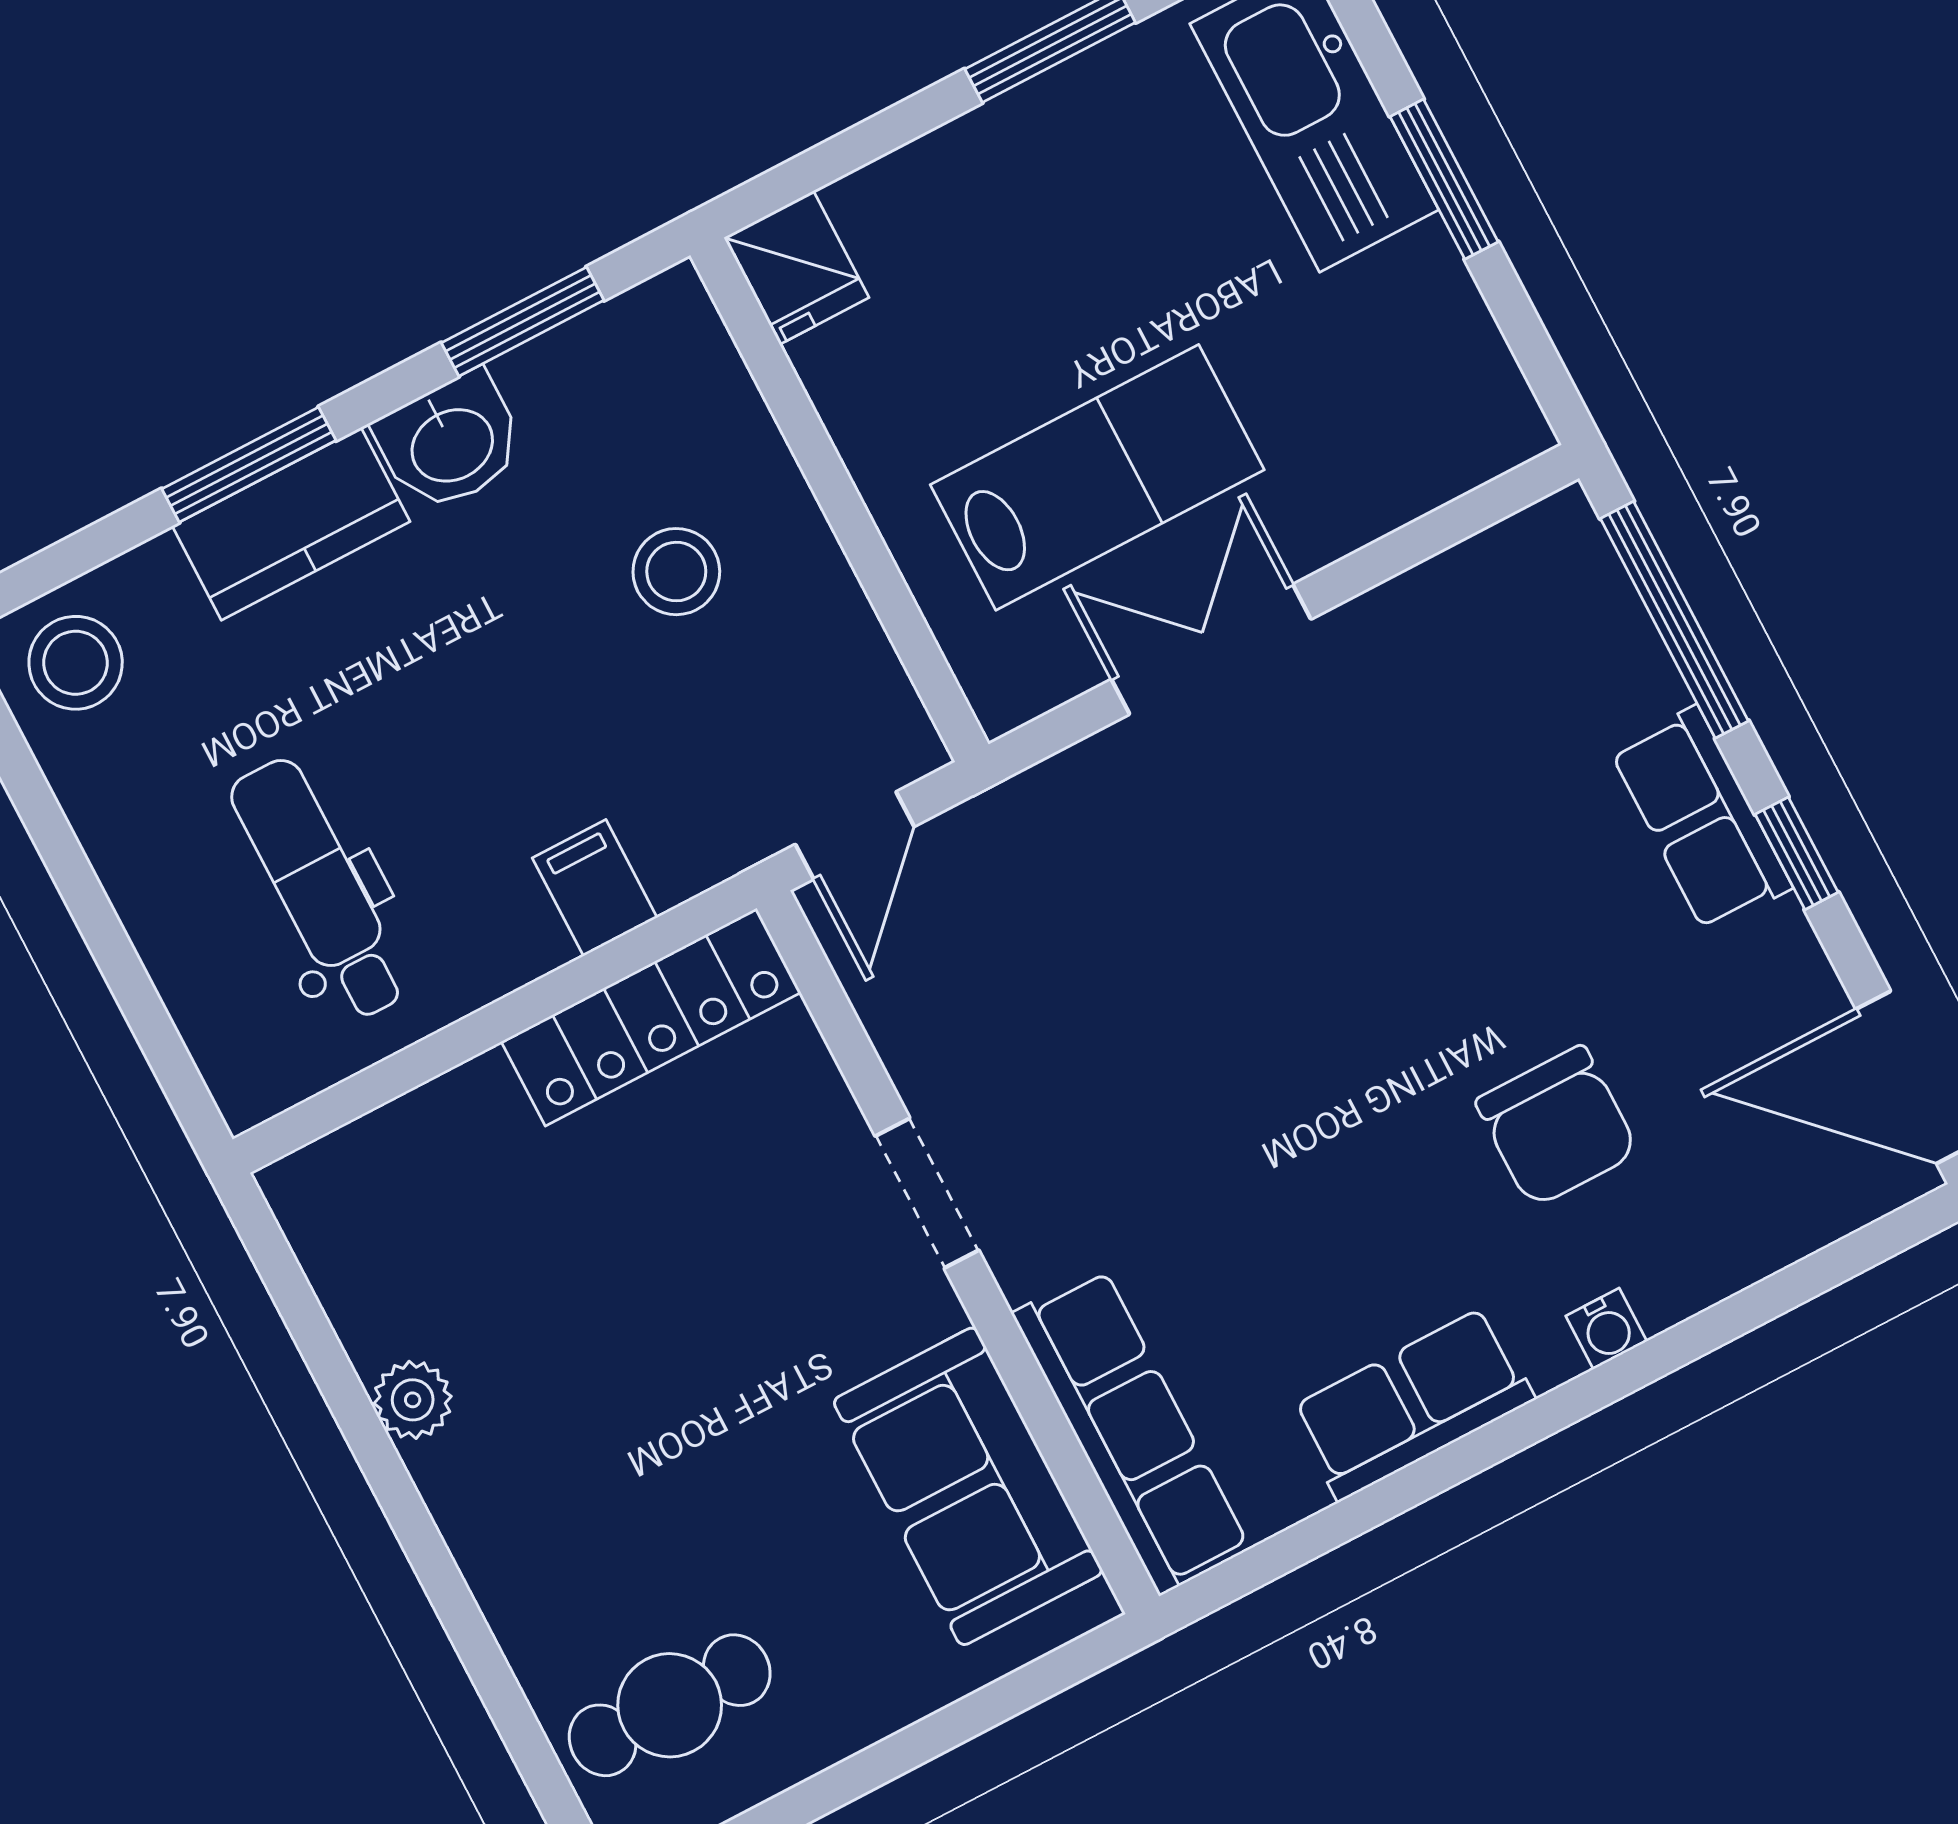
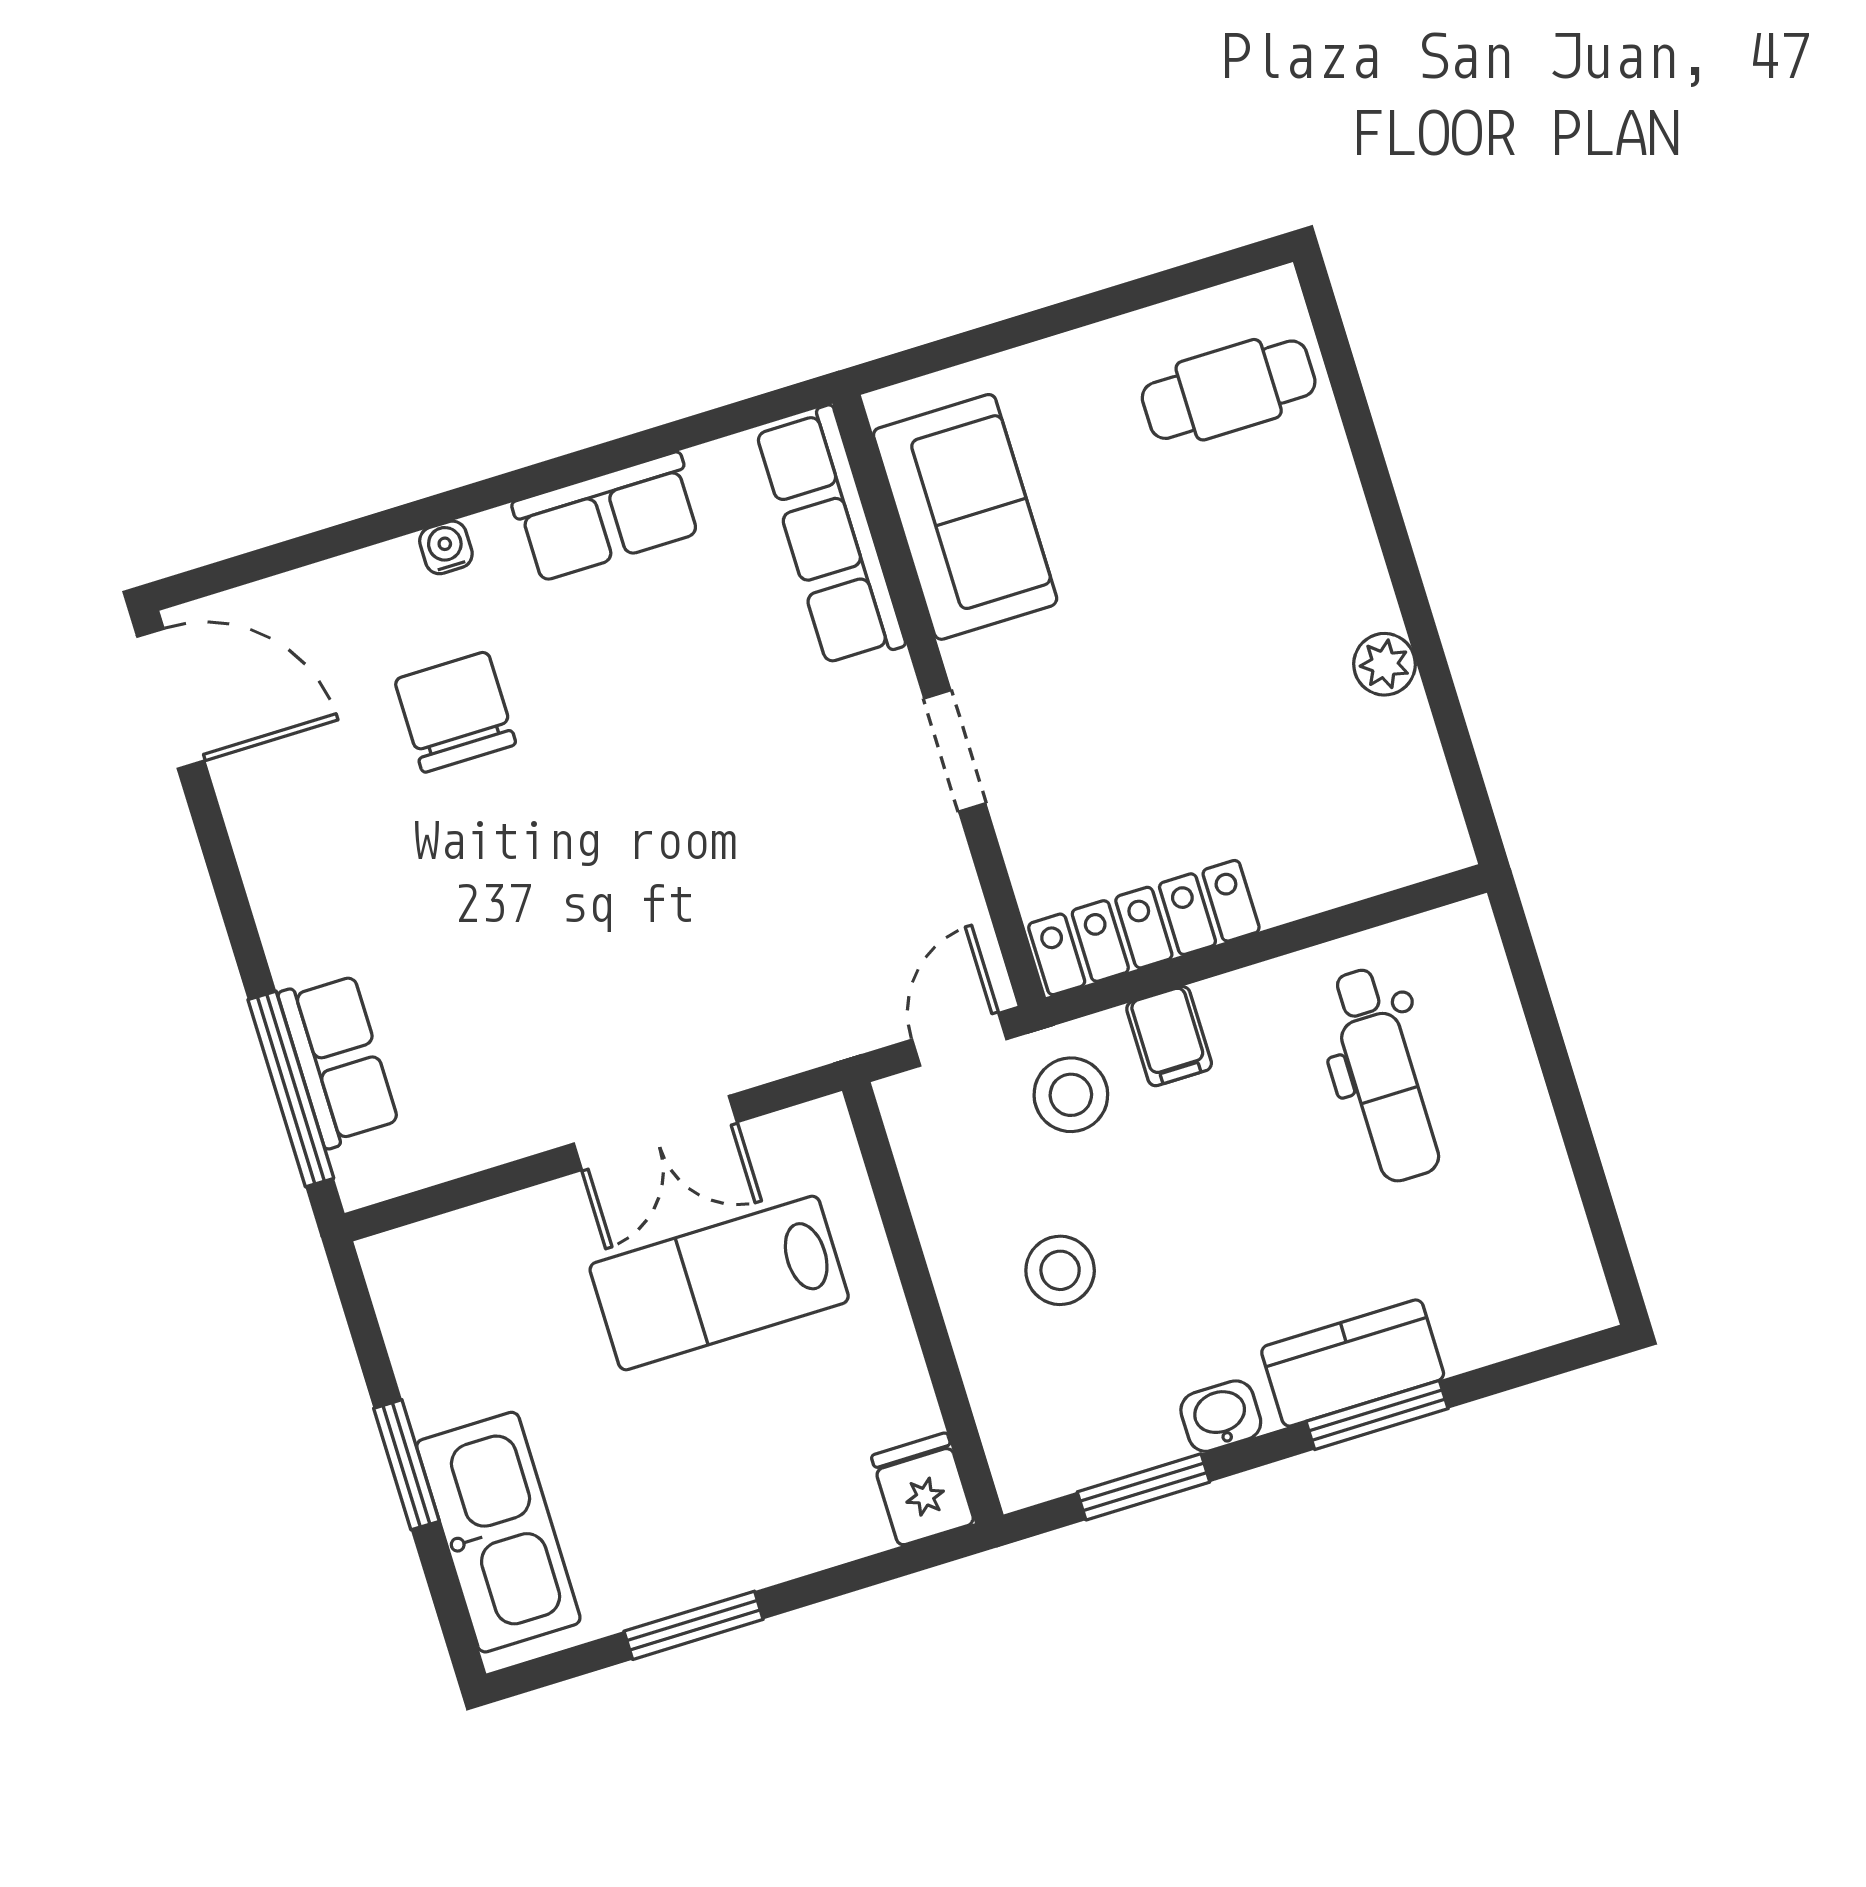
washbasin: (451, 442) -> (1221, 1416), width x0.72, depth x0.69
stool: (76, 663) -> (1071, 1095), moved
row of seats: (1701, 819) -> (339, 1060), moved
window: (1797, 853) -> (230, 890), removed

